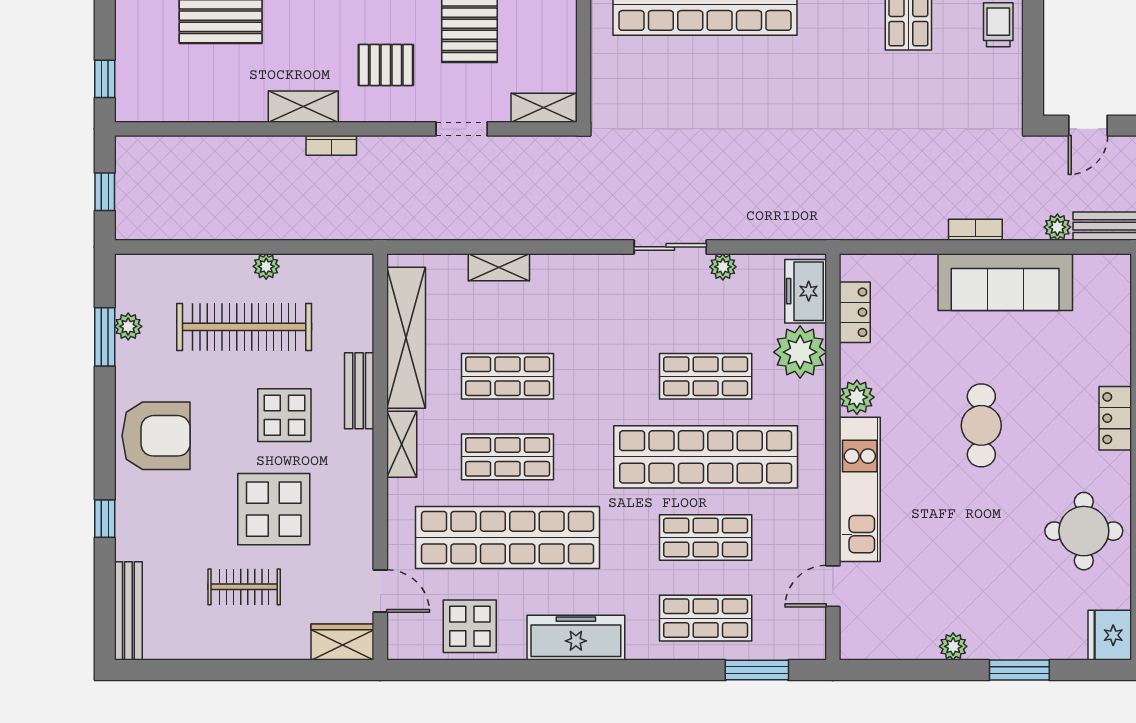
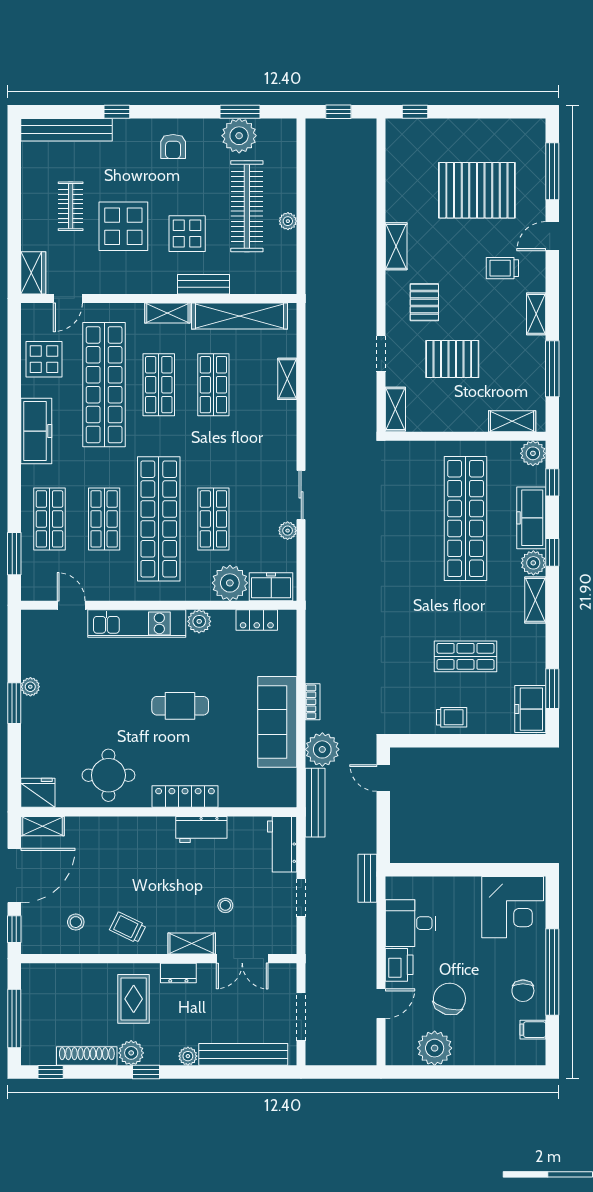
bookcase: (331, 145) -> (370, 265), removed
plant: (1057, 227) -> (322, 749), width x1.87, depth x1.87
plant: (128, 326) -> (239, 136), width x1.87, depth x1.87
locker: (1115, 418) -> (185, 797), width x1.53
armchair: (156, 436) -> (173, 147), width x0.53, depth x0.53
bench: (128, 611) -> (67, 130), width x1.37, depth x1.21
window: (1019, 670) -> (14, 703), moved

